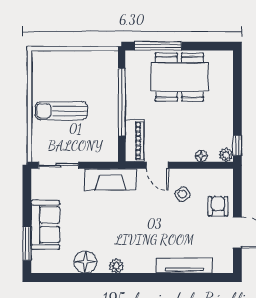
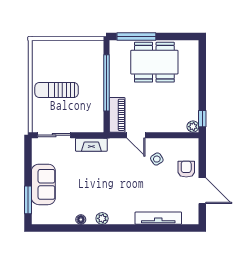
floor lamp: (201, 156) -> (172, 127), removed
fireplace: (110, 179) -> (91, 145), width x0.73, depth x0.76
floor lamp: (85, 262) -> (81, 220), width x0.53, depth x0.53

